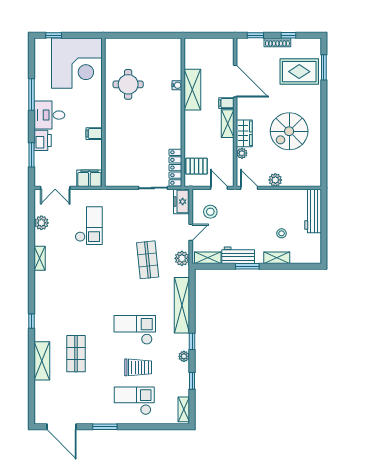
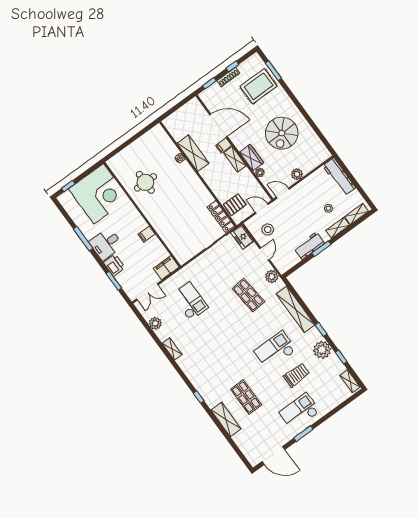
shelving: (208, 258) -> (356, 214), moved
plant: (184, 356) -> (322, 350), width x1.87, depth x1.87
checkout: (134, 401) -> (300, 412), moved

